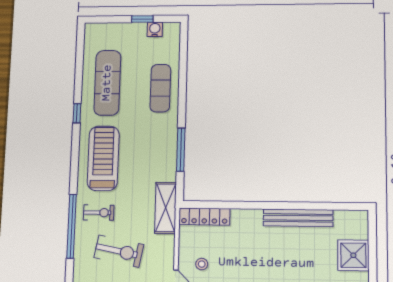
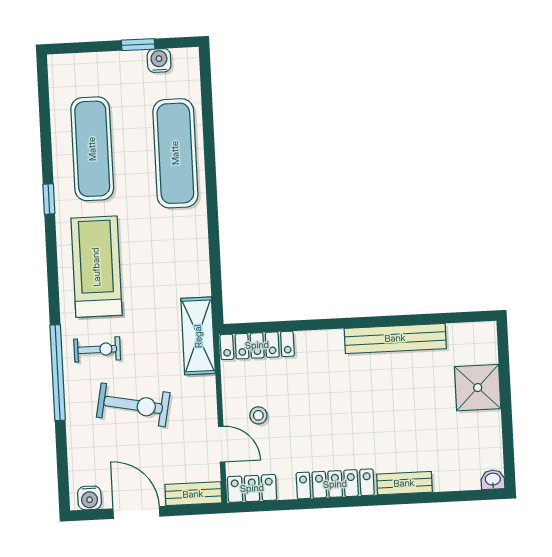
exercise mat: (160, 88) -> (175, 153), width x1.36, depth x1.45
window: (181, 150) -> (214, 247), removed

